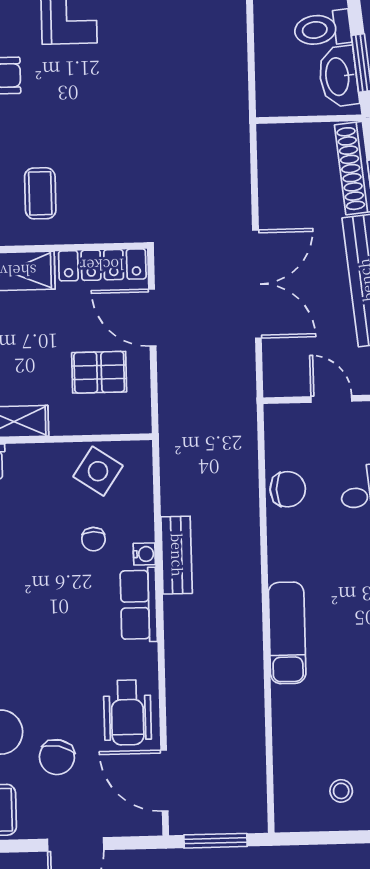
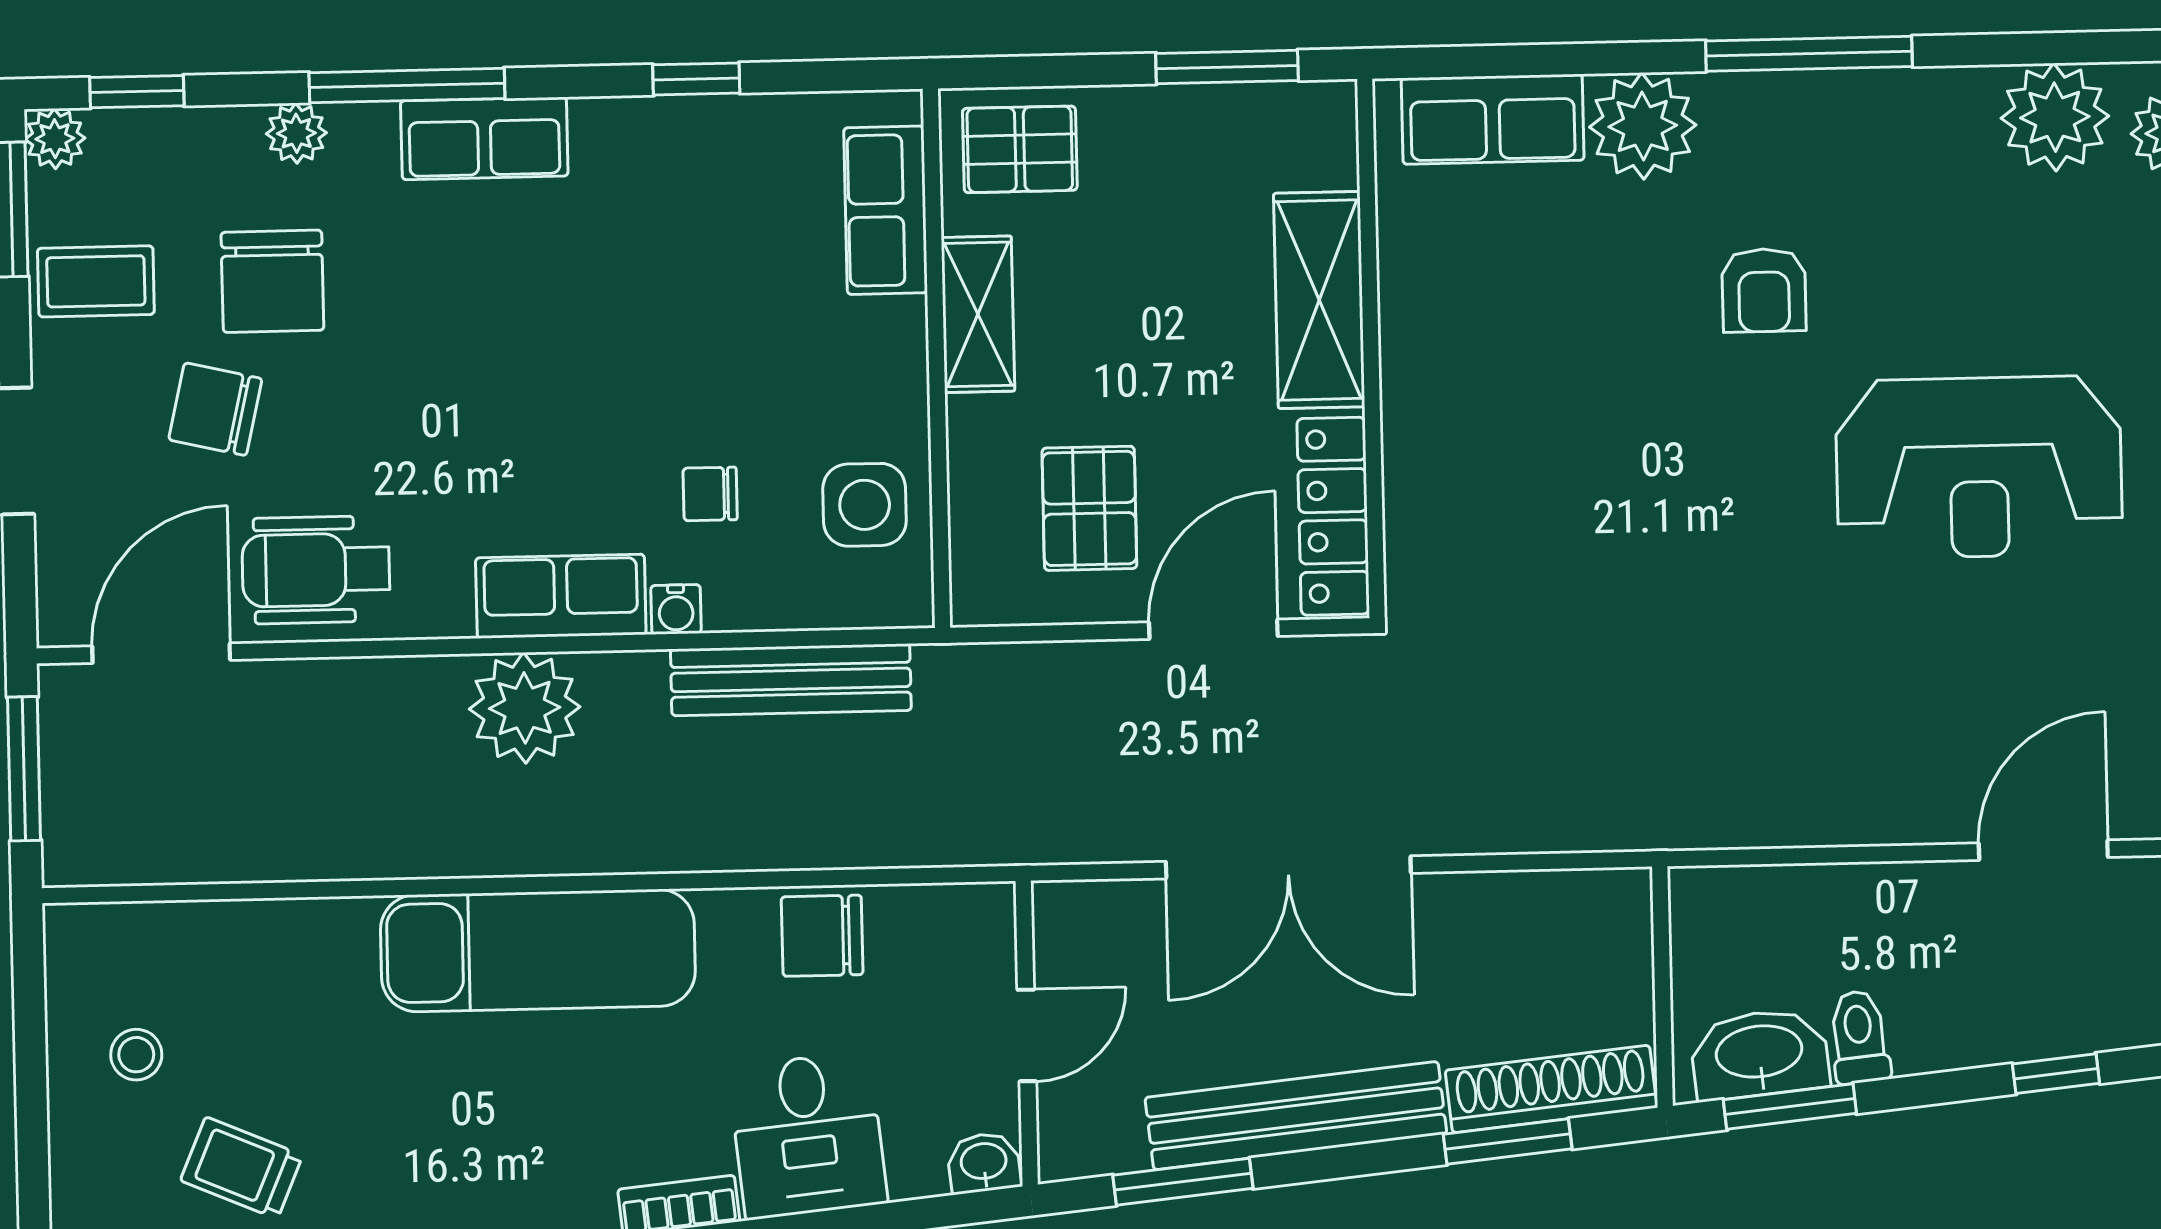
toilet: (322, 29) -> (1859, 1037), width x0.73, depth x0.72
coffee table: (40, 193) -> (1496, 376), removed
side table: (98, 471) -> (865, 505), turned -34
chair: (288, 489) -> (822, 936), turned 90
bench: (177, 555) -> (791, 680), moved, width x1.36
plant: (188, 620) -> (525, 708), added
exam couch: (287, 633) -> (538, 950), width x1.36, depth x1.45

